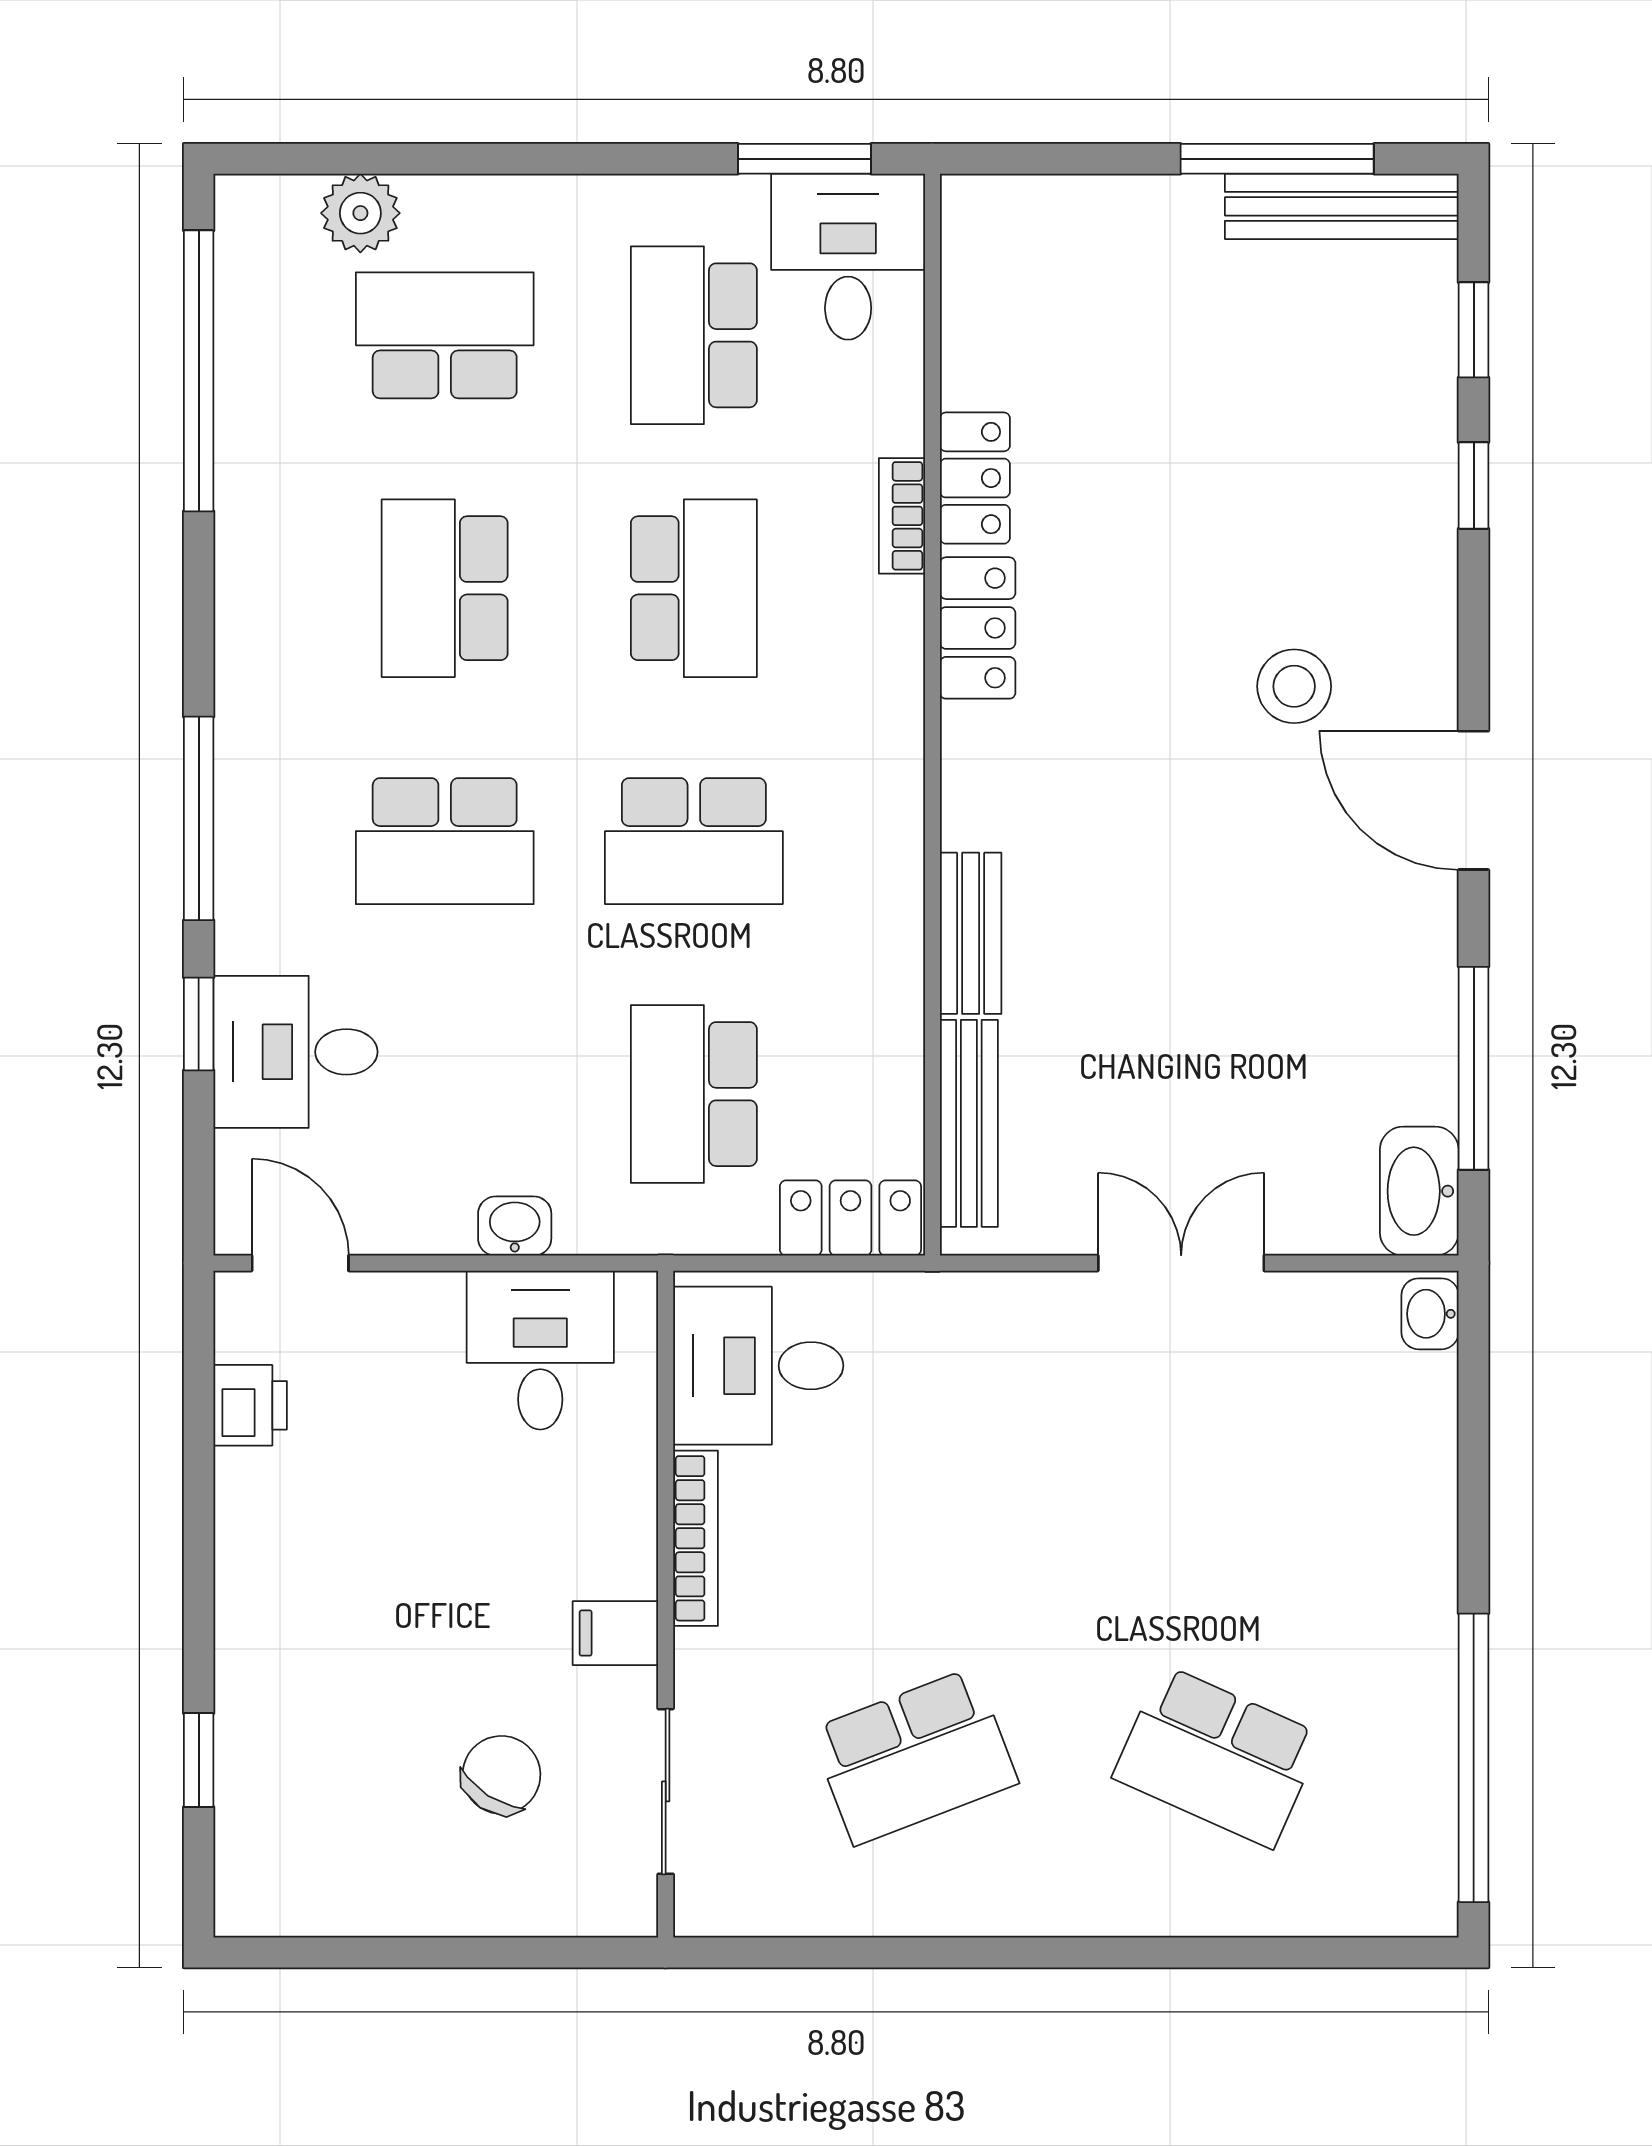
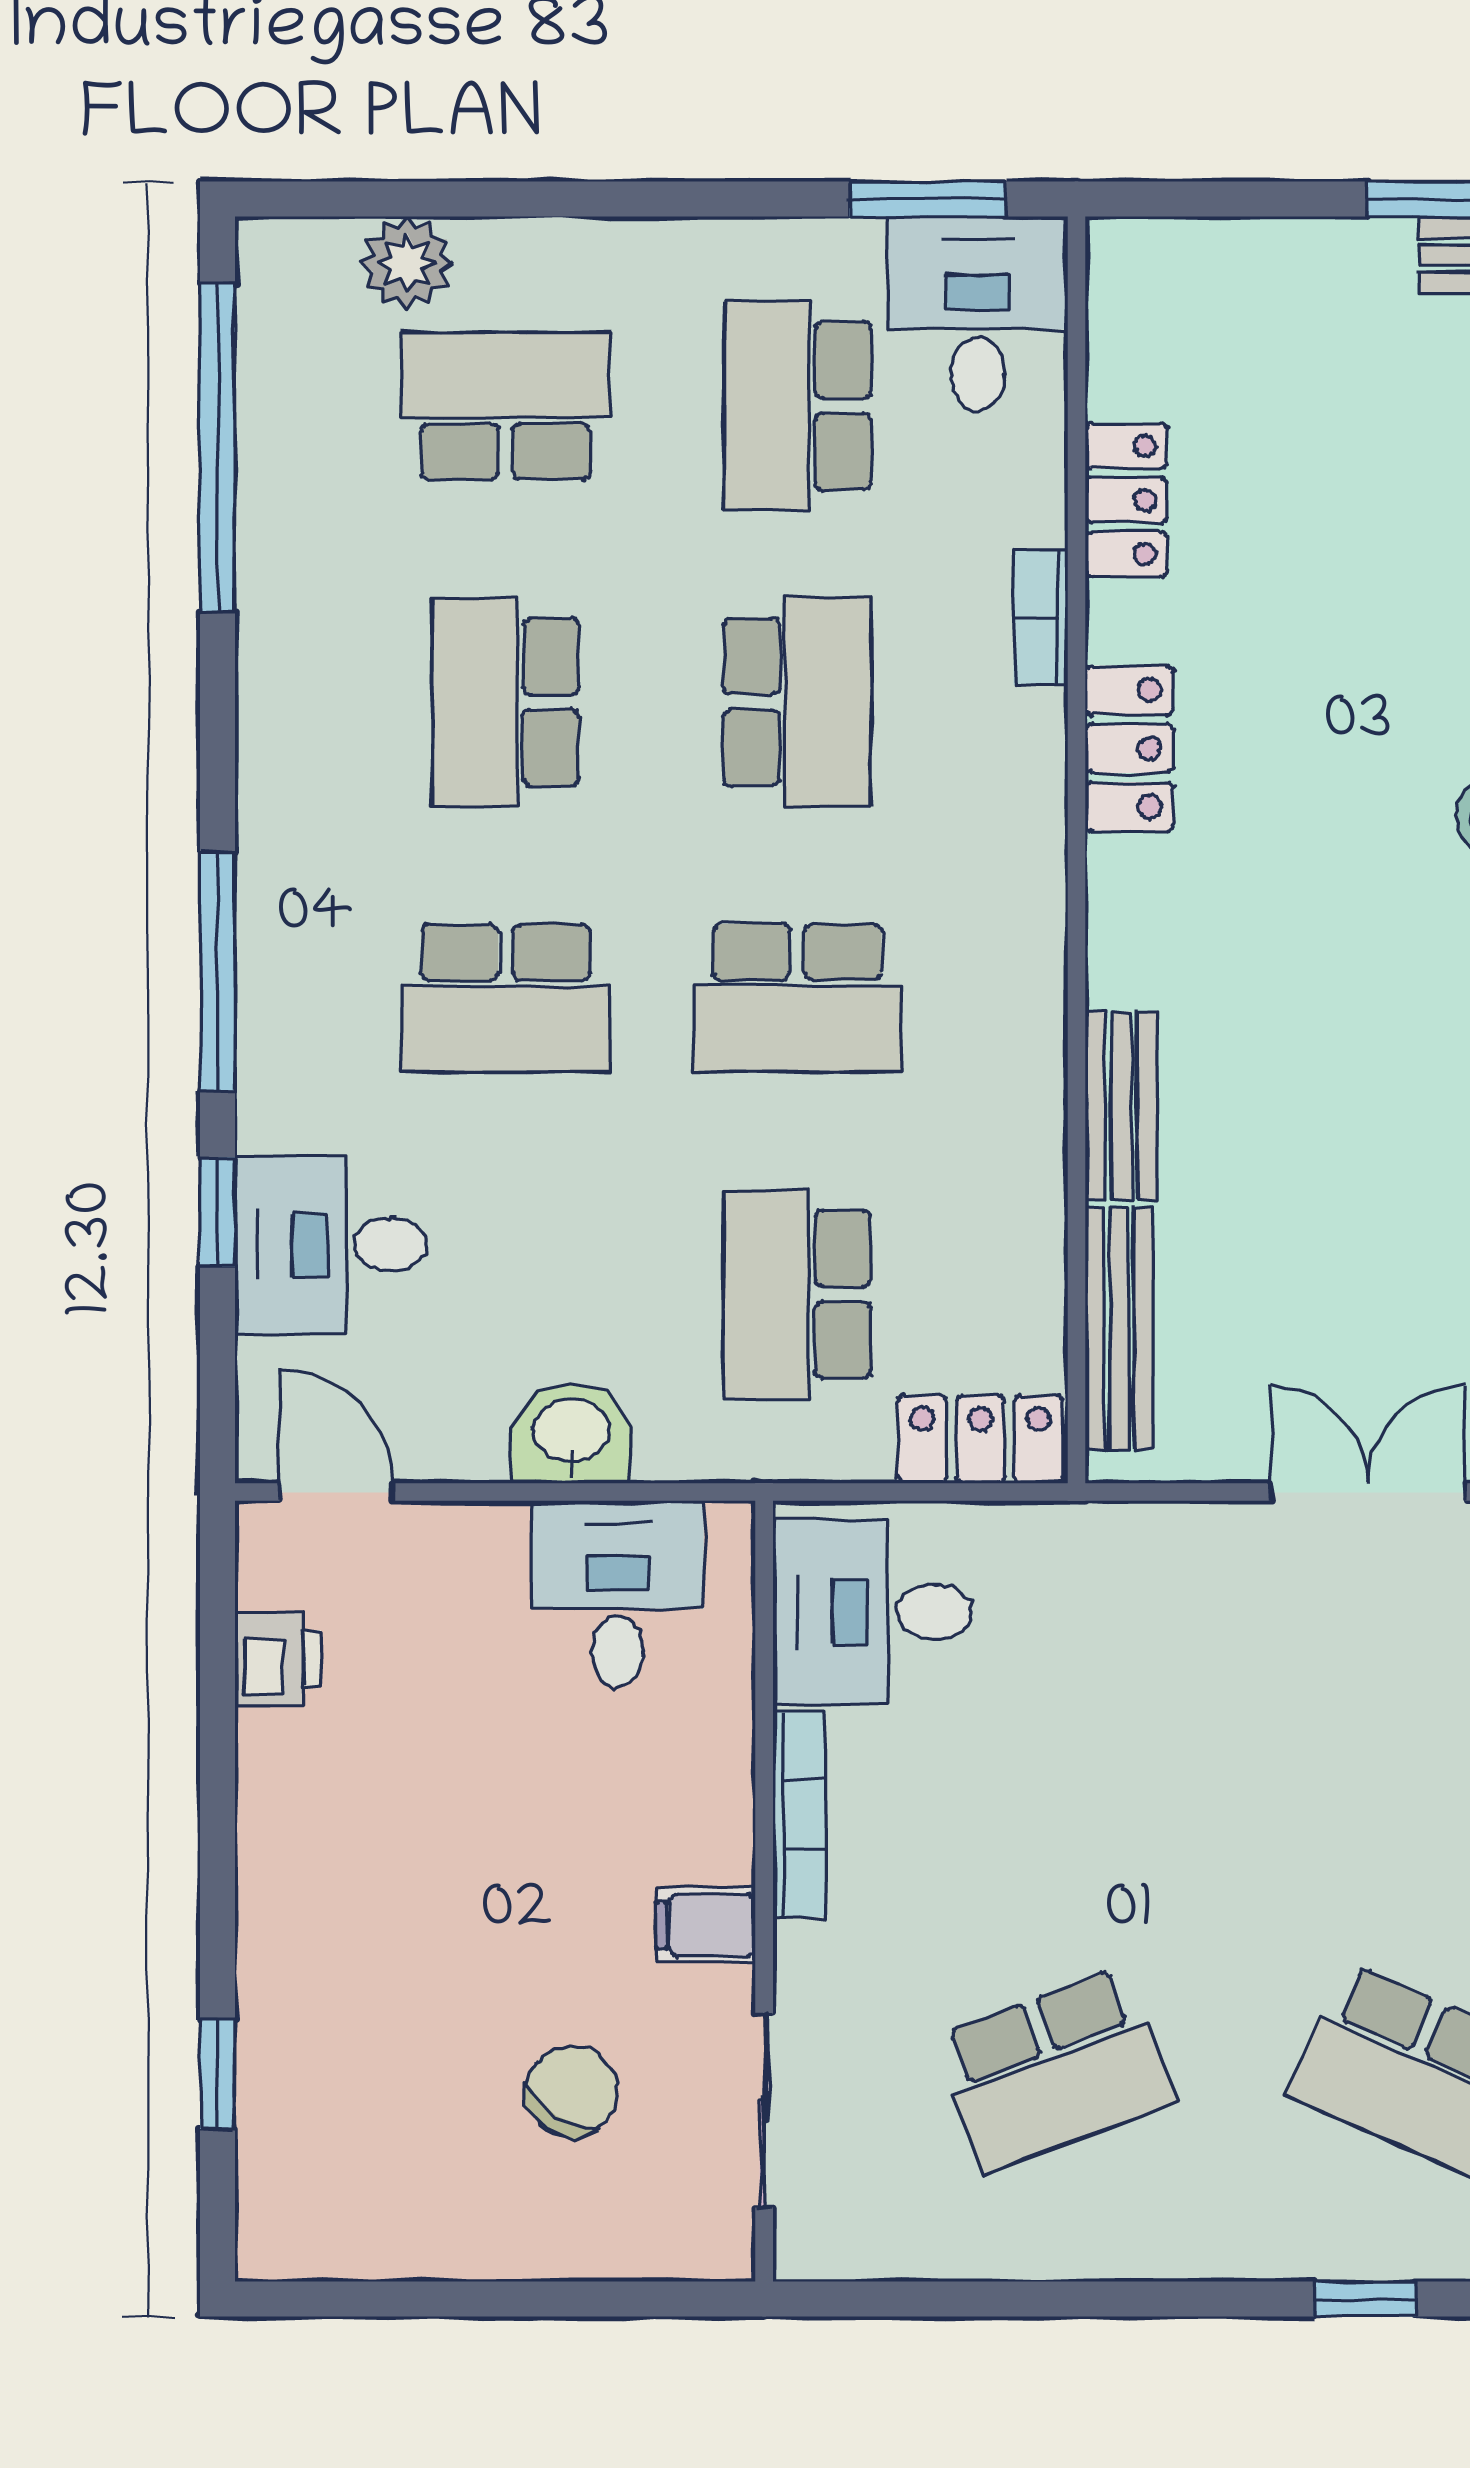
locker: (975, 478) -> (1126, 500), moved
washbasin: (515, 1226) -> (571, 1433), width x1.38, depth x1.45
window: (1179, 1952) -> (1365, 2299), added

